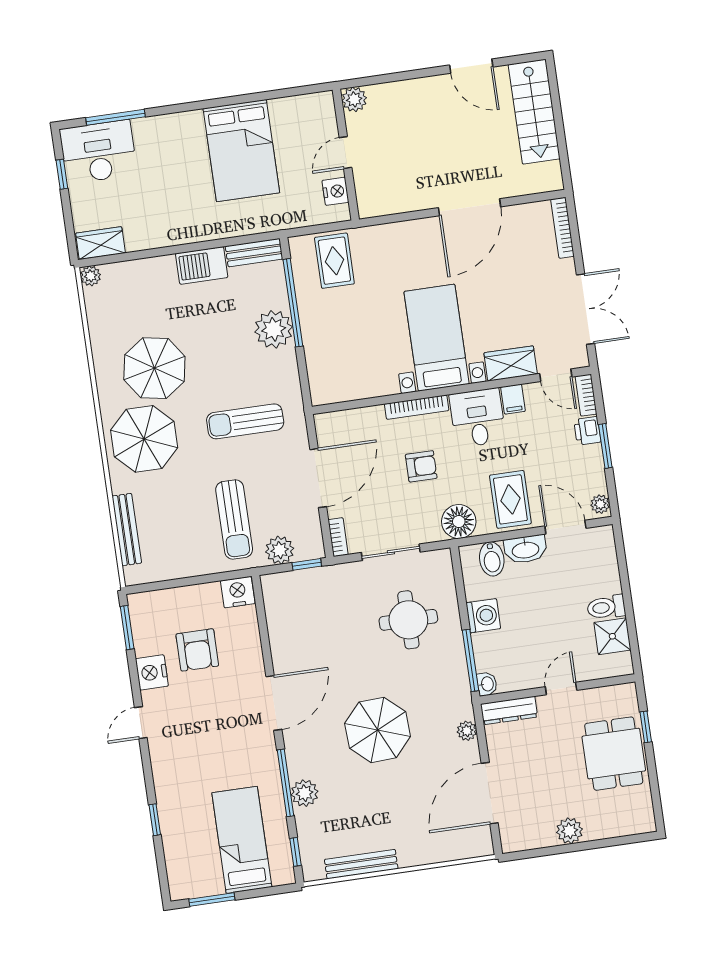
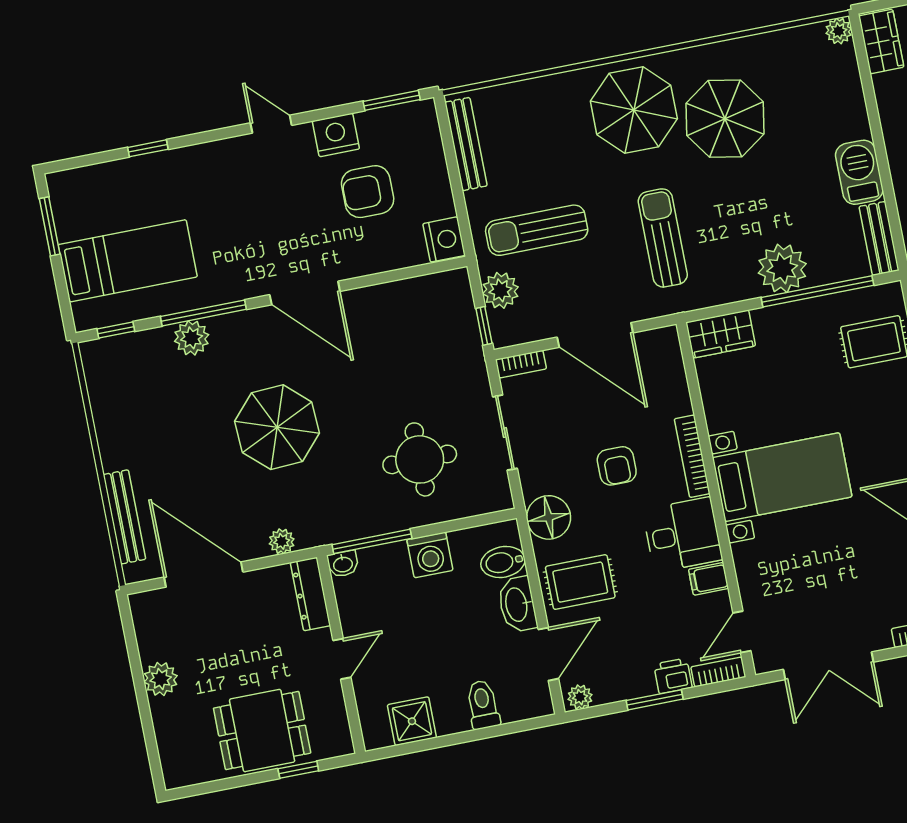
wardrobe: (511, 363) -> (721, 334), moved, turned 90
bench: (127, 530) -> (466, 144), moved, turned 90
toilet: (606, 607) -> (483, 705), moved
door: (561, 688) -> (342, 659), hinge flipped
bench: (361, 864) -> (124, 517), moved

